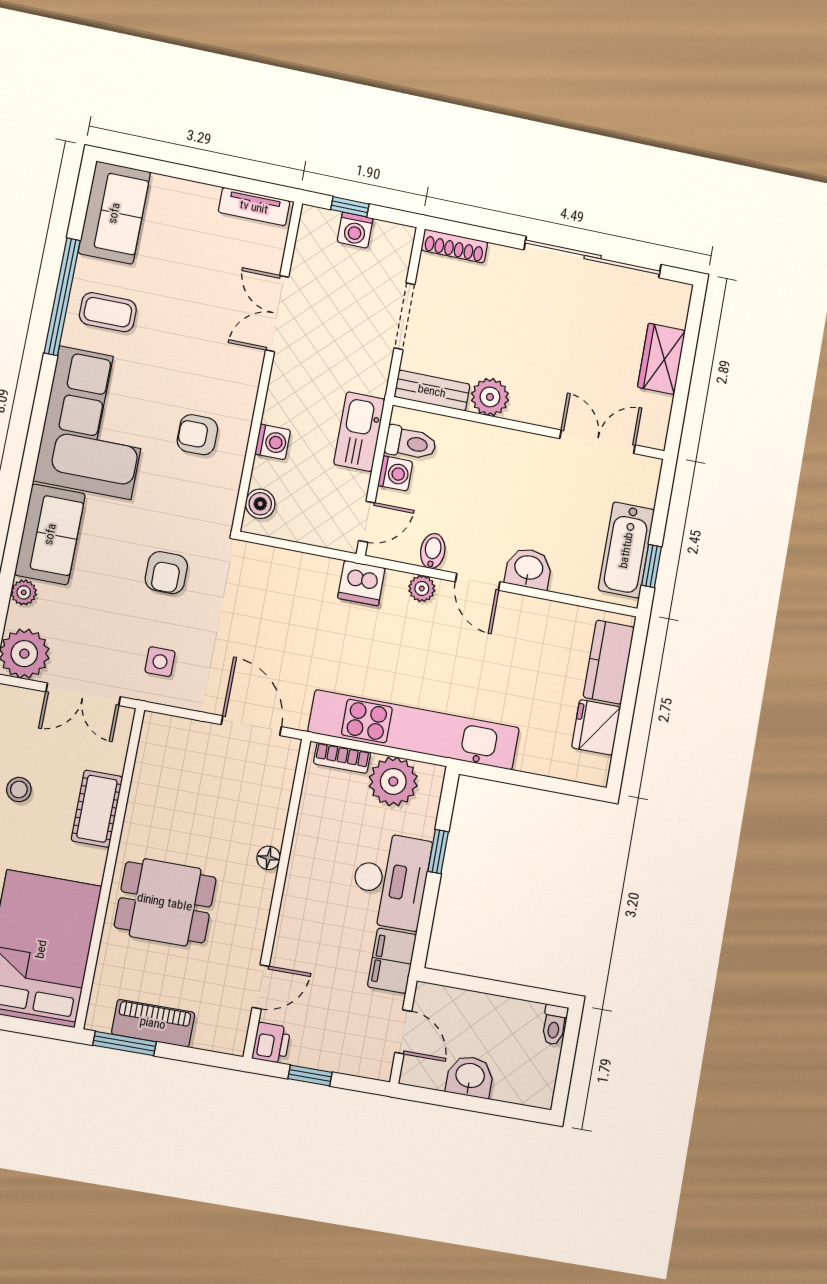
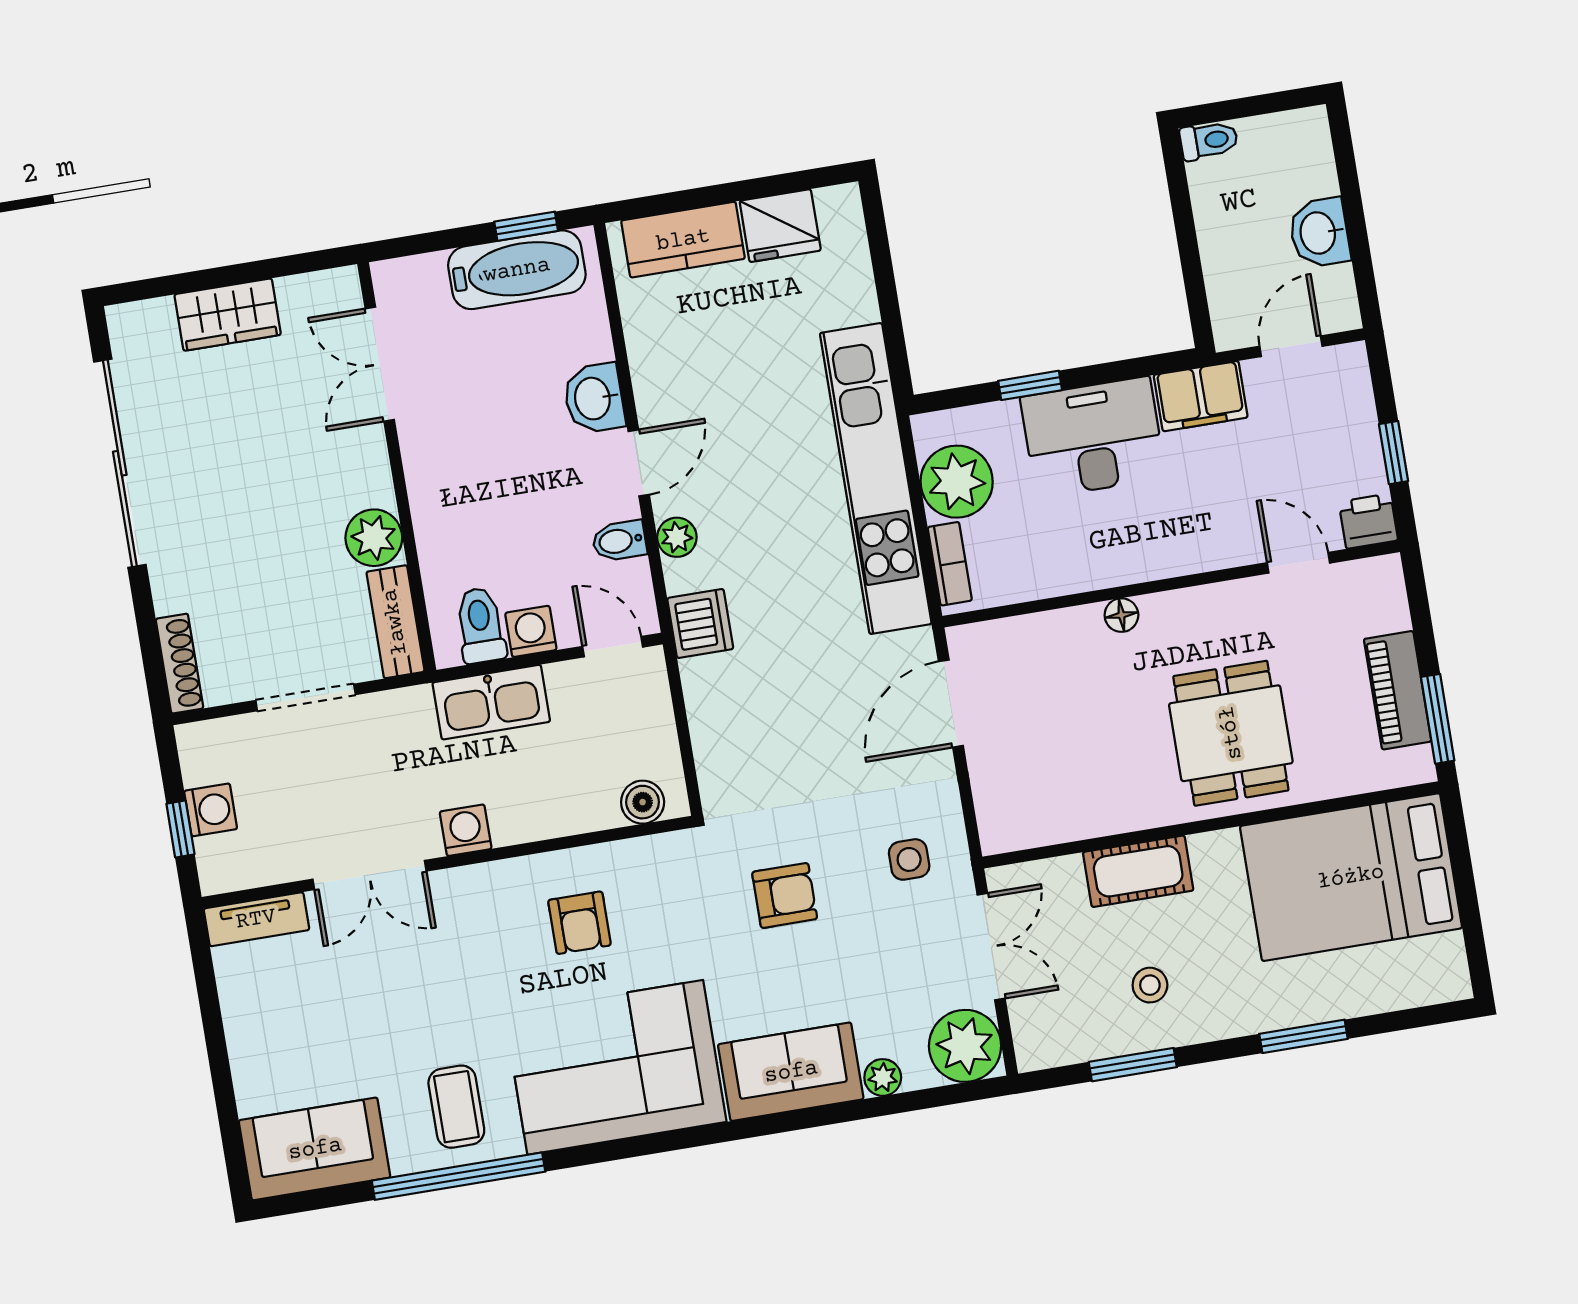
tv unit: (254, 207) -> (256, 919), moved, turned 90
washing machine: (273, 442) -> (466, 830), moved

